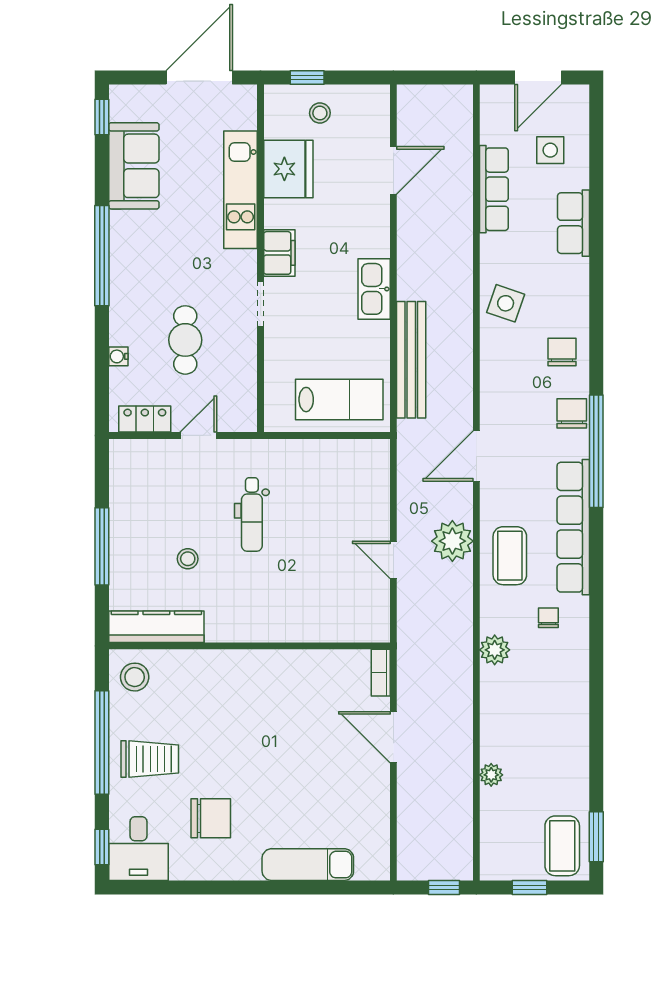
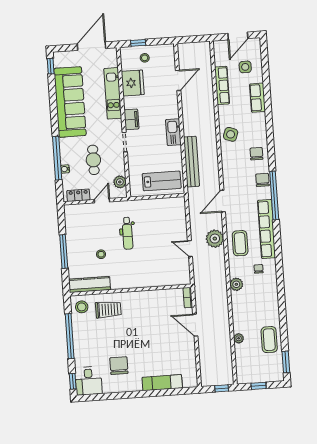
sofa: (134, 166) -> (70, 102), width x1.85, depth x1.27
window: (102, 256) -> (57, 158), moved
plant: (243, 395) -> (120, 182), added
trolley: (150, 759) -> (108, 310), moved
chair: (211, 818) -> (119, 366), turned -90
coffee table: (562, 846) -> (269, 340), moved

